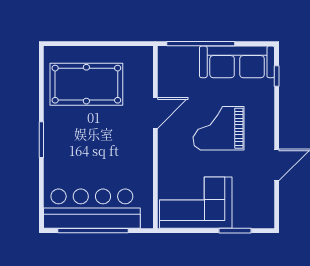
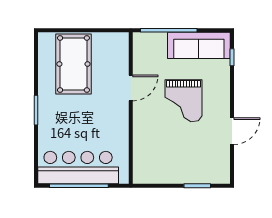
pool table: (86, 84) -> (73, 64), turned 90
grand piano: (219, 128) -> (184, 101), turned -90
corner sofa: (196, 203) -> (165, 163), removed

